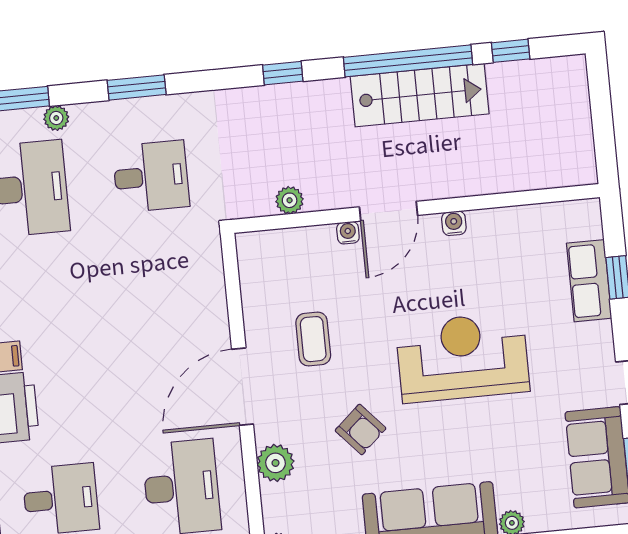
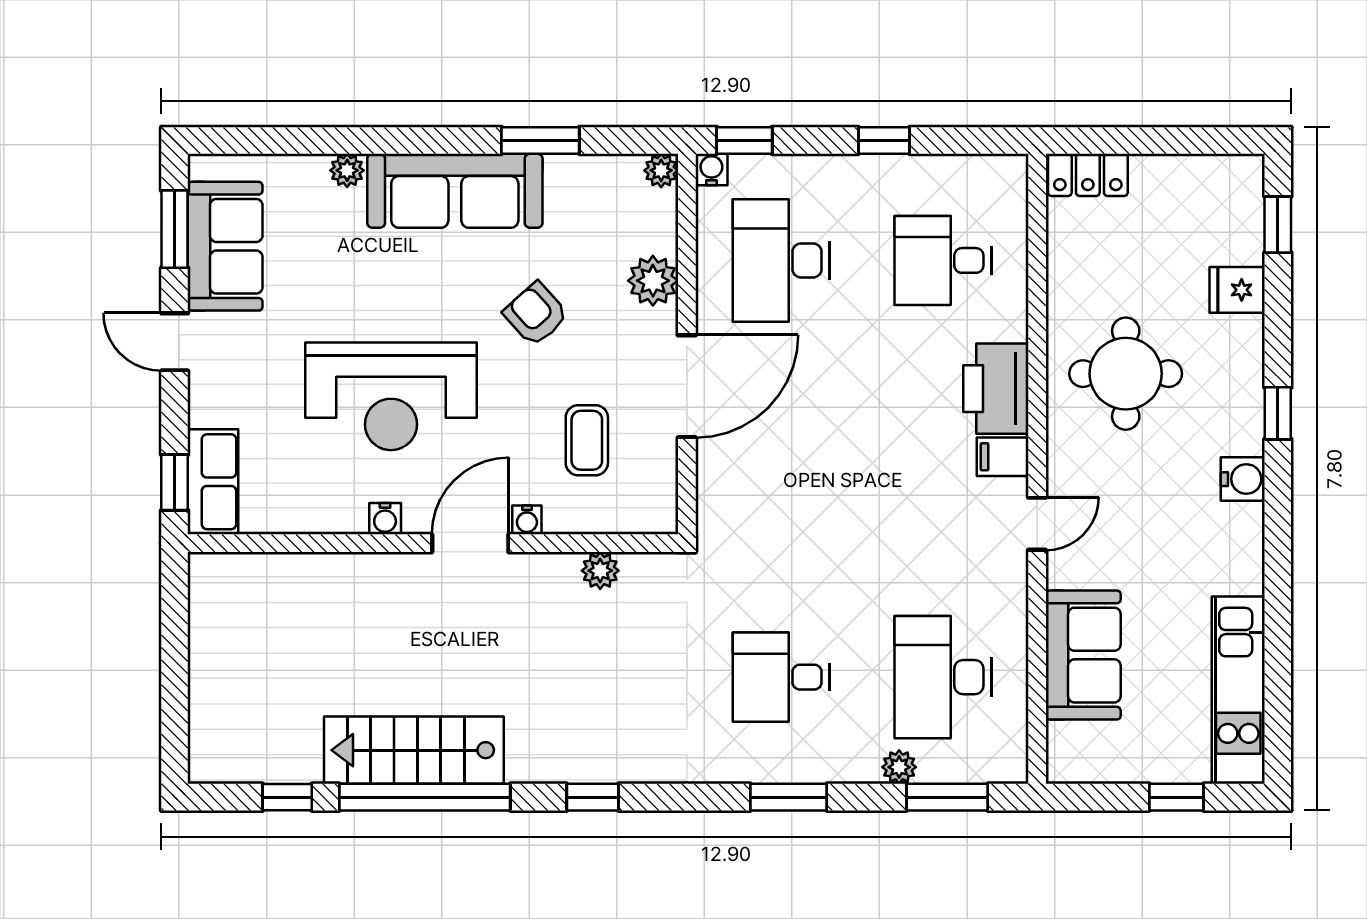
plant: (290, 200) -> (600, 571), moved
wall: (416, 208) -> (433, 543), moved
door: (388, 211) -> (470, 543), moved
water cooler: (454, 223) -> (385, 519), moved
water cooler: (348, 233) -> (527, 520), moved

